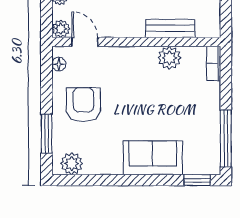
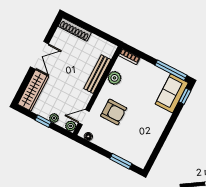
bench: (170, 28) -> (97, 74), width x1.36
armchair: (83, 105) -> (114, 112), moved, turned 180
sofa: (153, 158) -> (172, 93), moved
plant: (72, 164) -> (143, 156), removed

